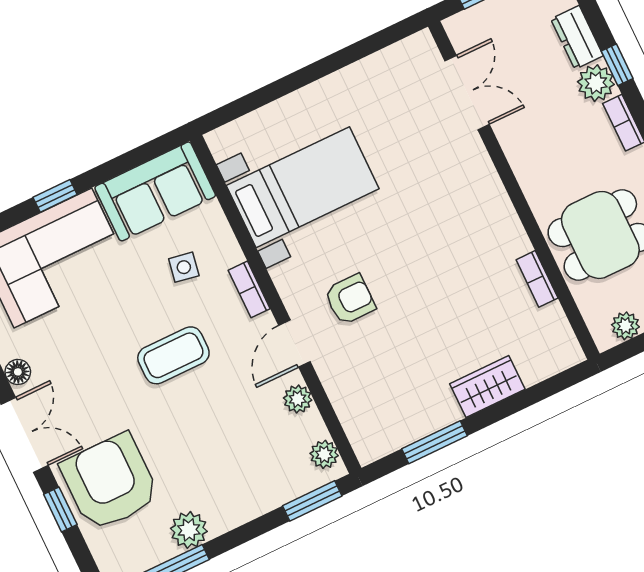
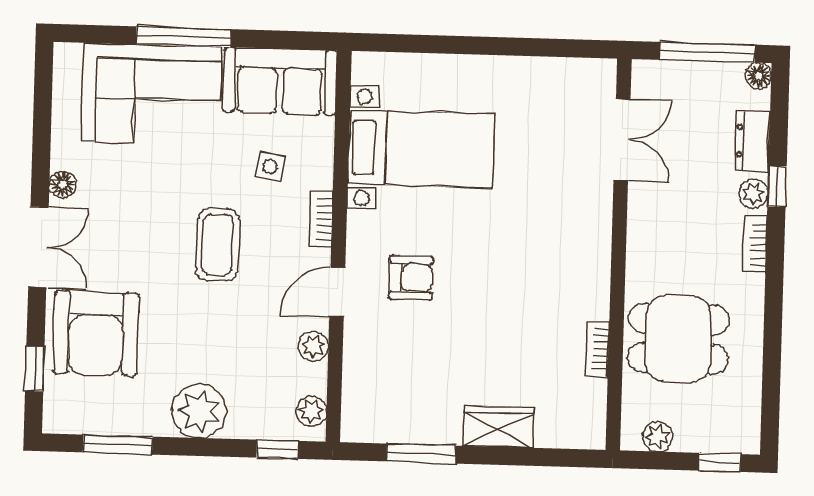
plant: (596, 83) -> (753, 194), width x0.73, depth x0.73
window: (55, 196) -> (183, 37), width x2.17
coffee table: (173, 355) -> (217, 245), turned 90
armchair: (110, 482) -> (96, 333), turned 180
window: (312, 501) -> (277, 449), width x0.67
window: (60, 509) -> (35, 369), moved
plant: (189, 530) -> (199, 411), moved, width x1.36, depth x1.36

